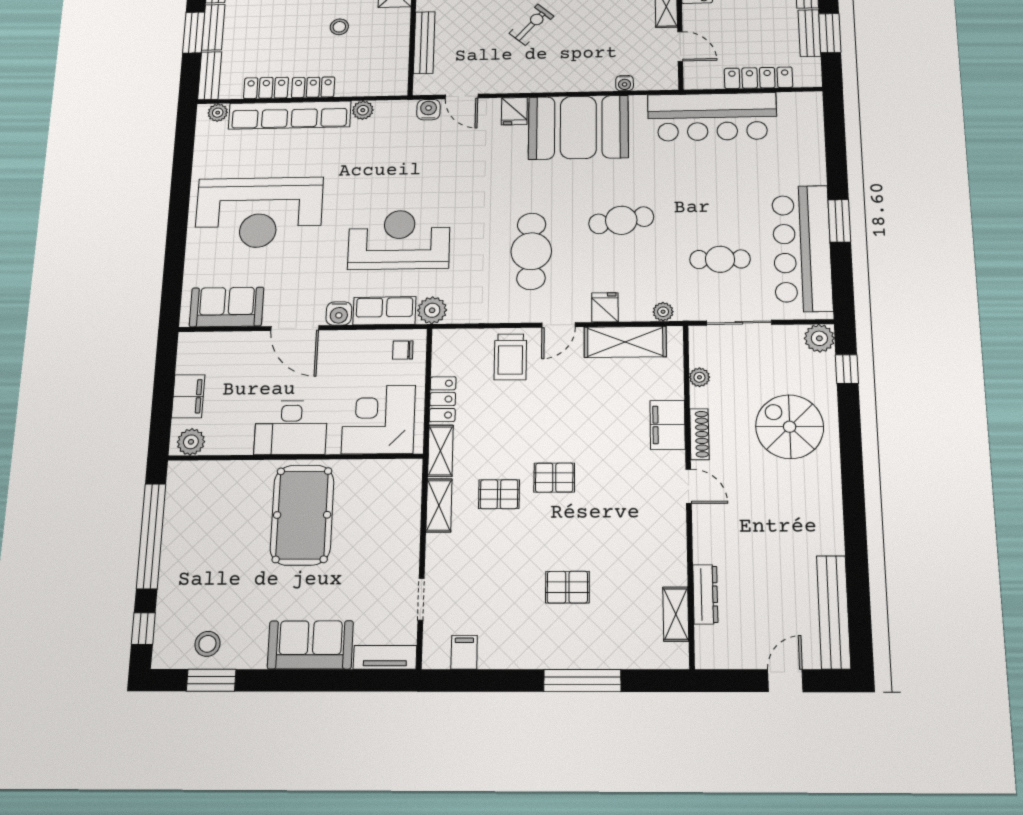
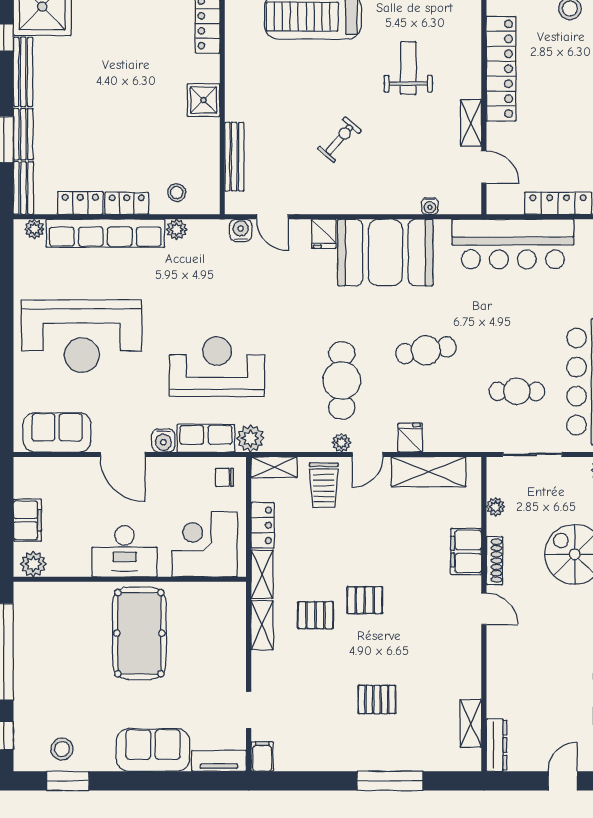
stool: (339, 27) -> (177, 193), moved
plant: (663, 312) -> (341, 443), moved
shelving: (457, 339) -> (274, 467), added
dresser: (705, 594) -> (497, 745), moved
filing cabinet: (464, 652) -> (262, 756), moved

